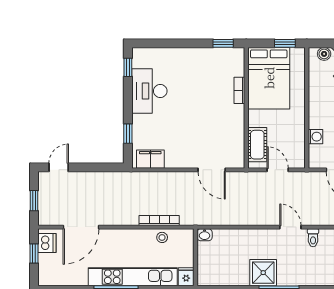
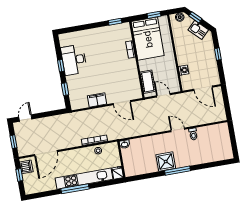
window: (128, 67) -> (61, 66), moved
filing cabinet: (150, 159) -> (97, 100), moved

